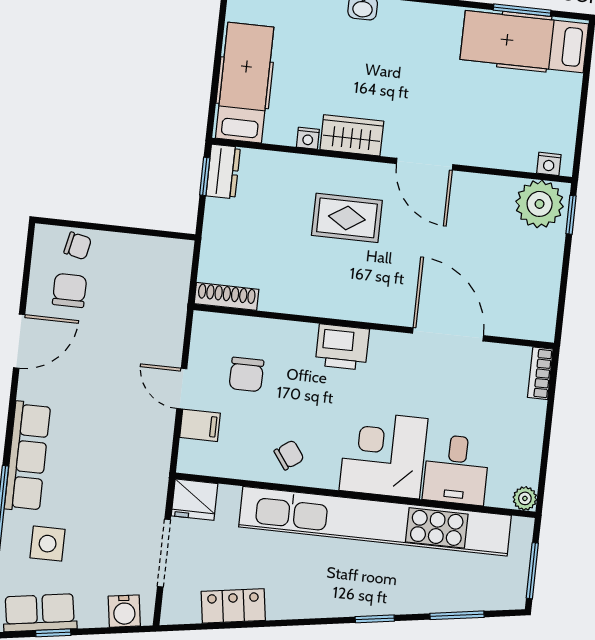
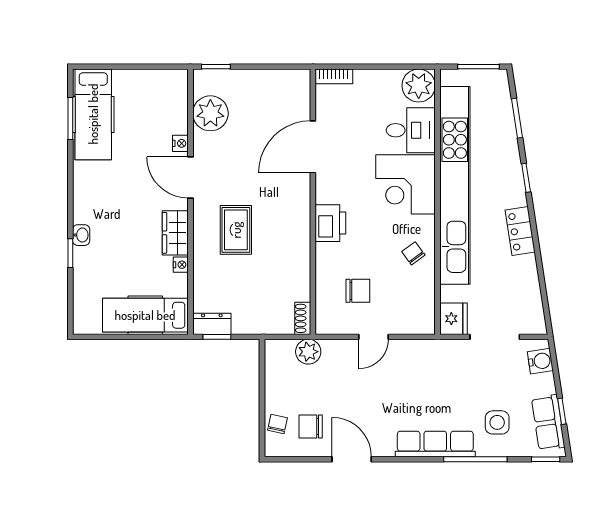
door: (425, 164) -> (190, 177), swing flipped
nightstand: (549, 164) -> (180, 143), moved
plant: (540, 204) -> (210, 113), moved
shoe rack: (227, 296) -> (303, 318), width x0.70
plant: (171, 298) -> (308, 352), added
filing cabinet: (200, 425) -> (399, 321), removed
plant: (525, 498) -> (419, 86), width x1.88, depth x1.88
locker: (233, 606) -> (520, 231), moved

